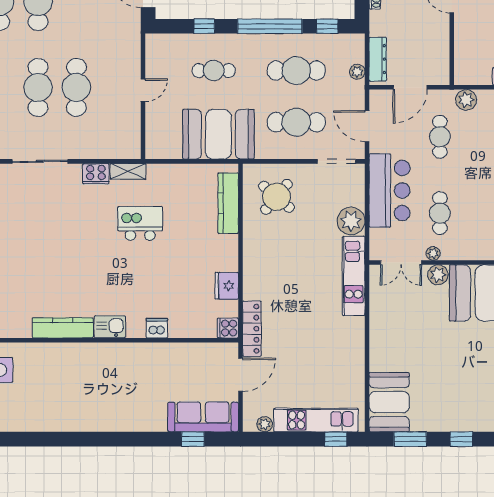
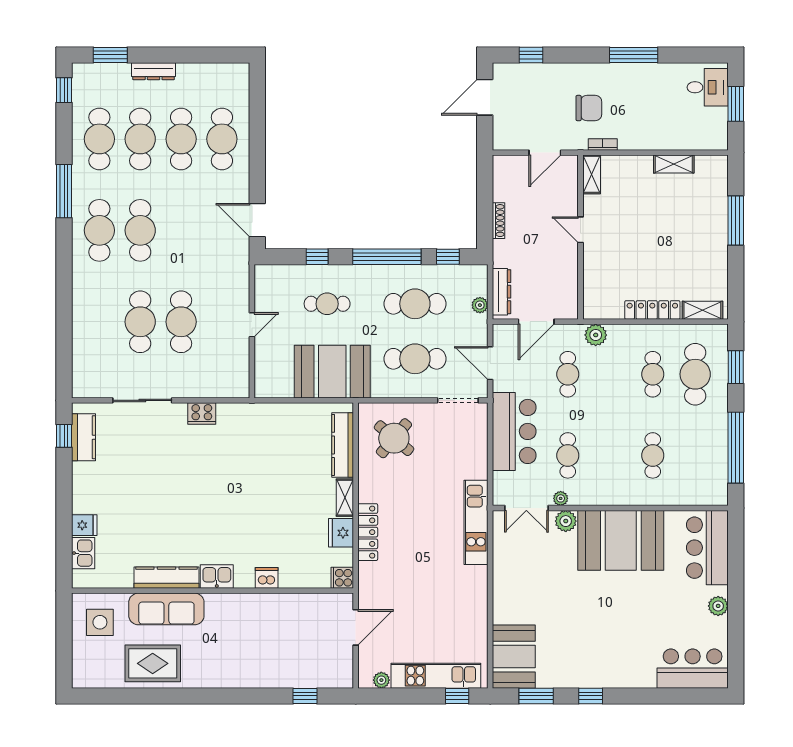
shelving: (128, 171) -> (345, 498), moved, turned 90
plant: (351, 221) -> (473, 464), removed
kitchen island: (140, 223) -> (249, 466), removed
locker: (252, 329) -> (368, 532), moved
rug: (50, 409) -> (153, 663), added
sofa: (203, 417) -> (166, 609), moved, turned 180

